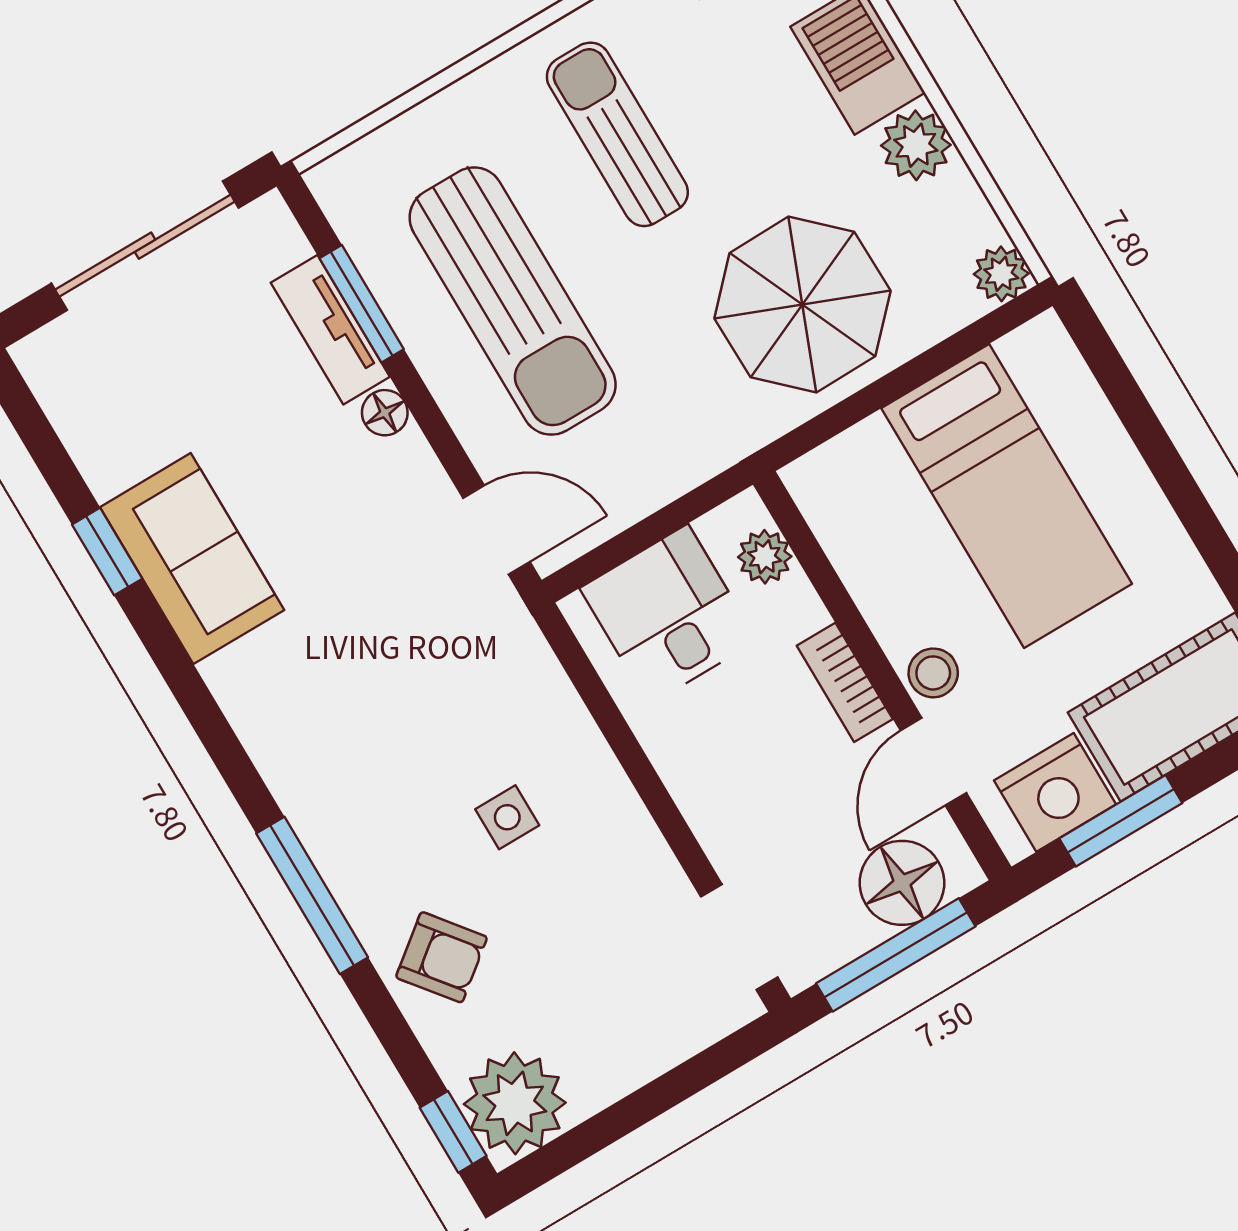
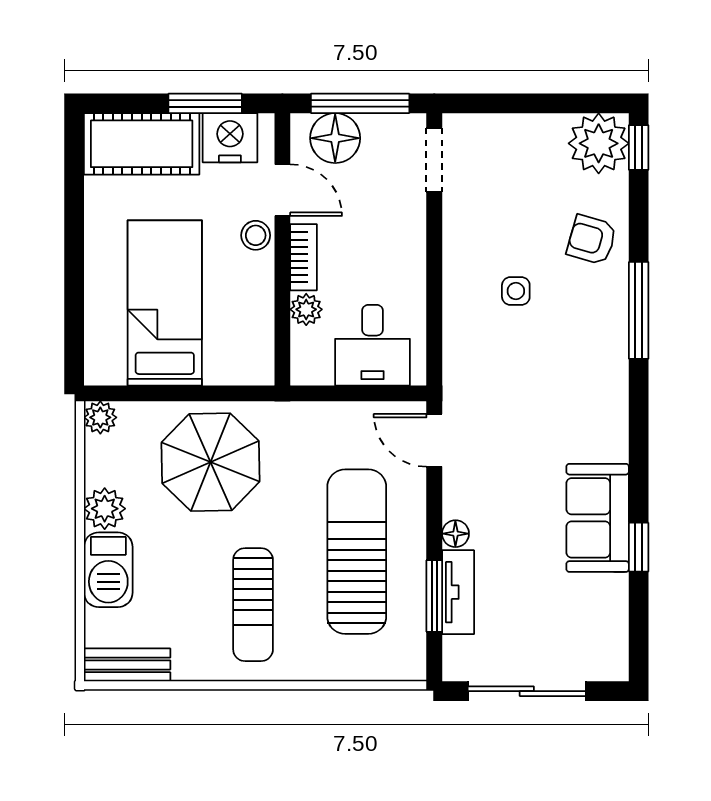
plant: (765, 557) -> (306, 309), moved
door: (933, 762) -> (282, 190), hinge flipped
armchair: (442, 957) -> (592, 240), turned -36

